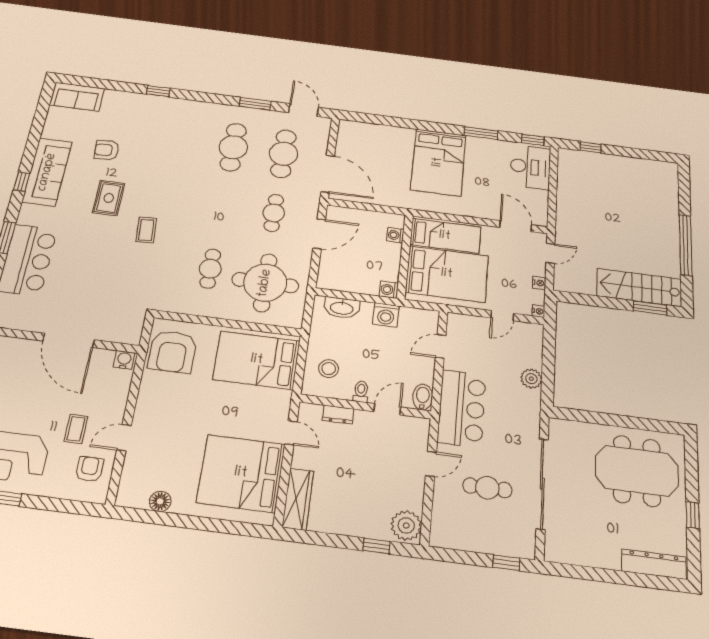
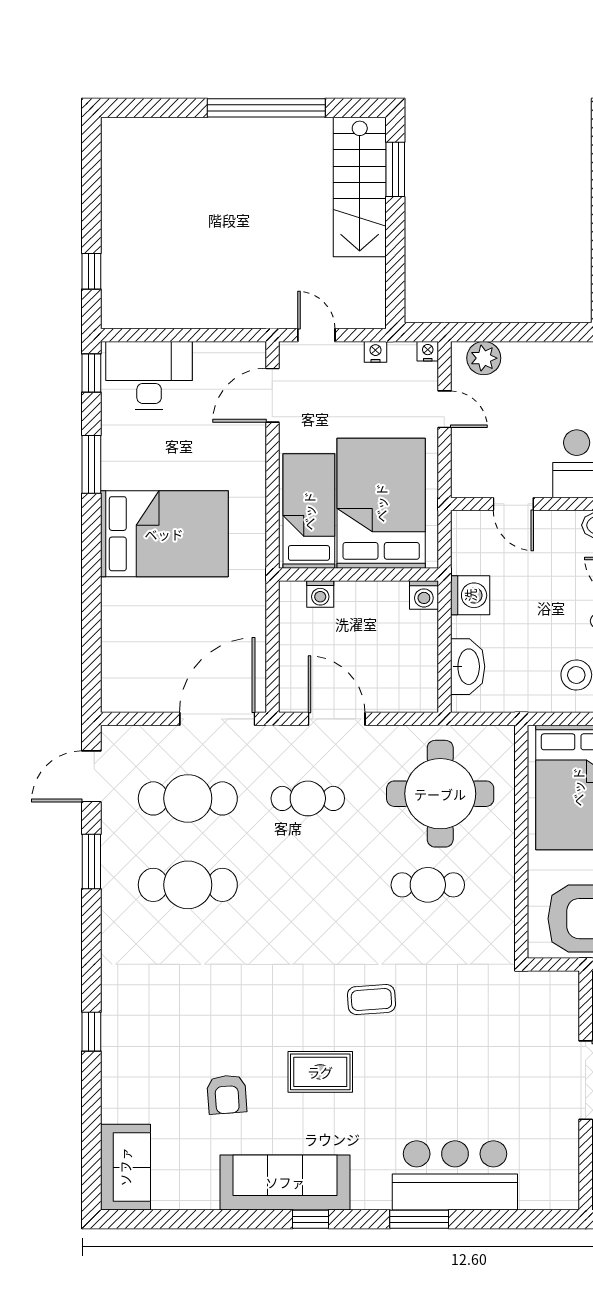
plant: (531, 379) -> (484, 358), moved

